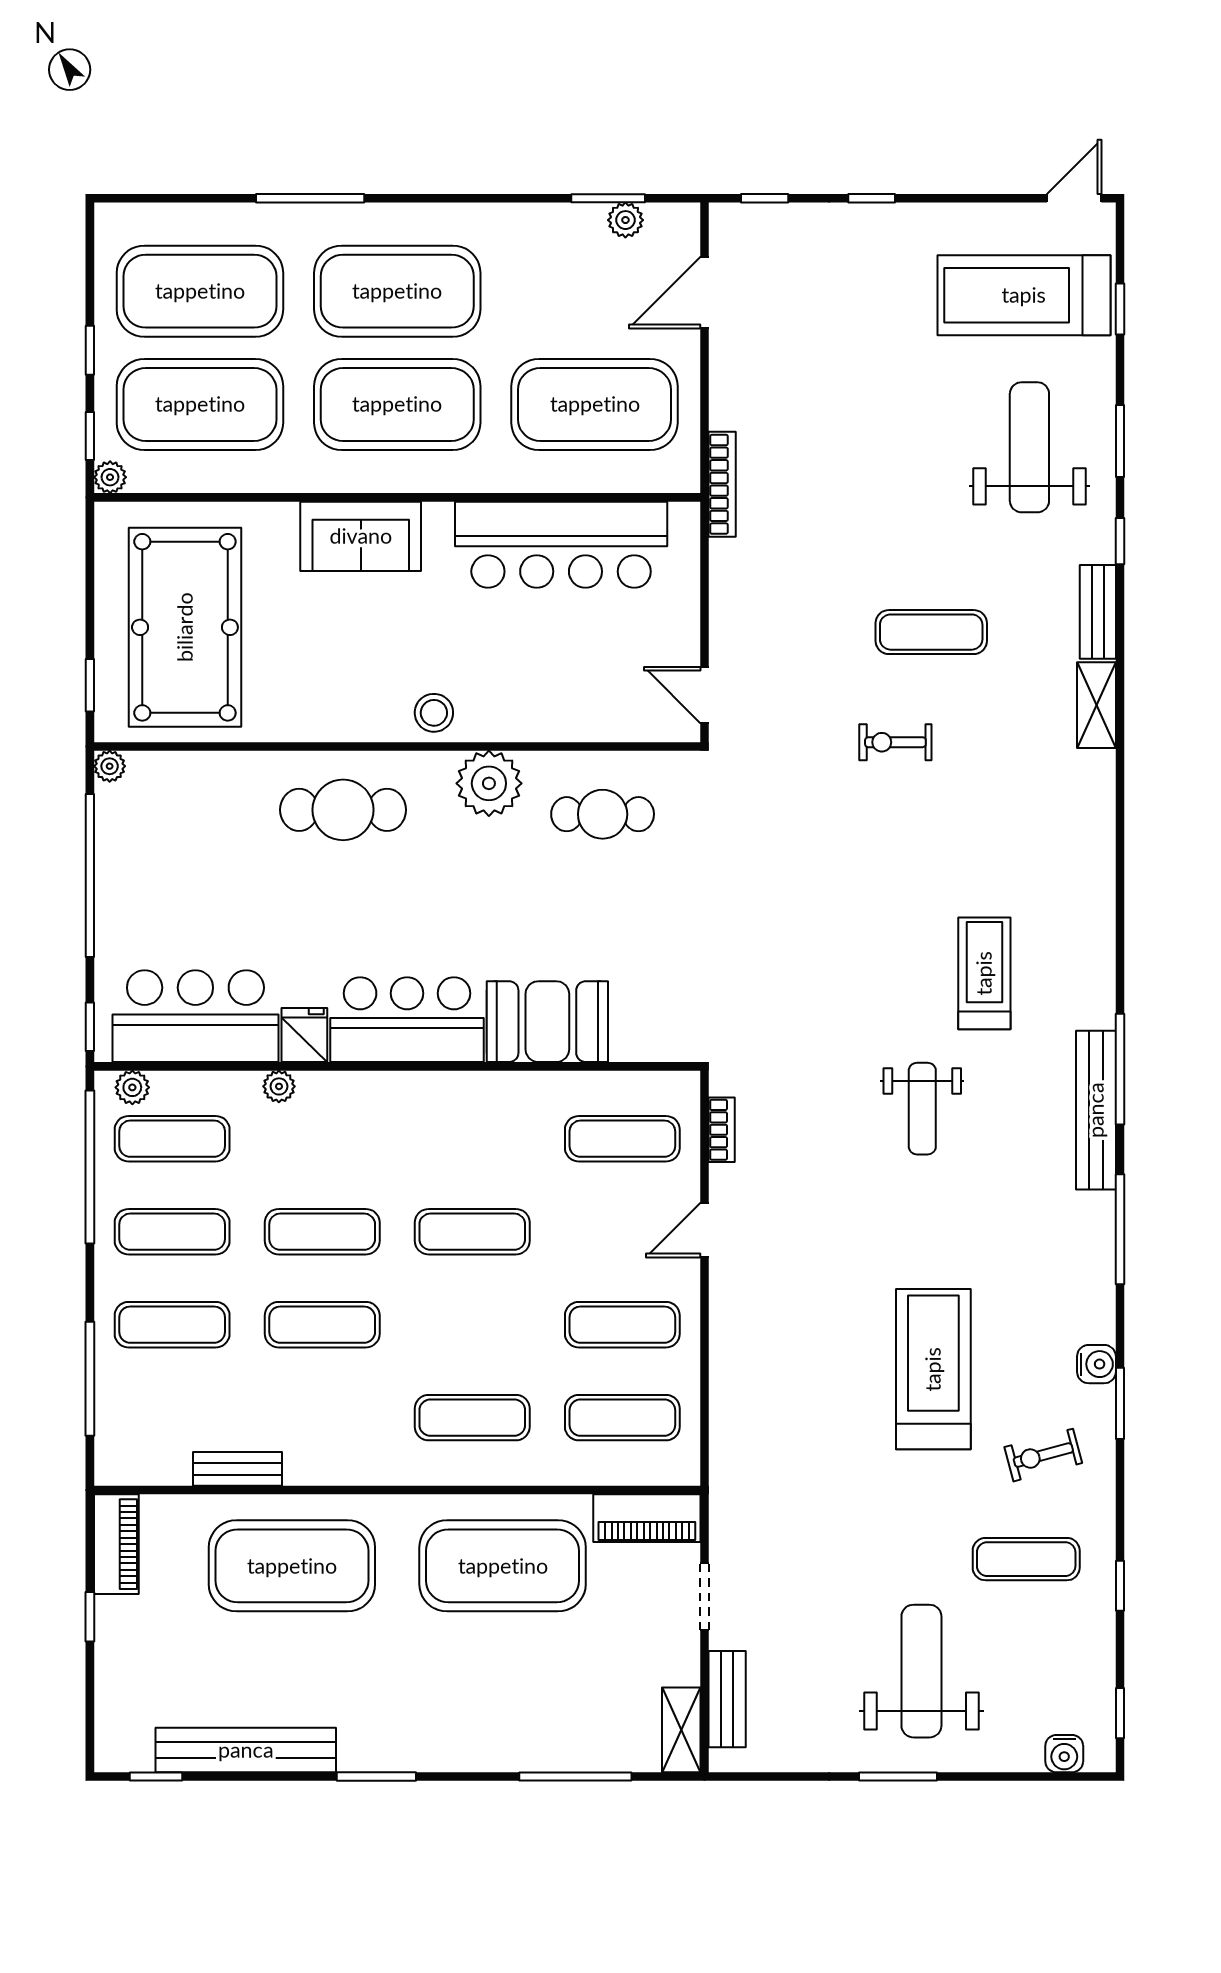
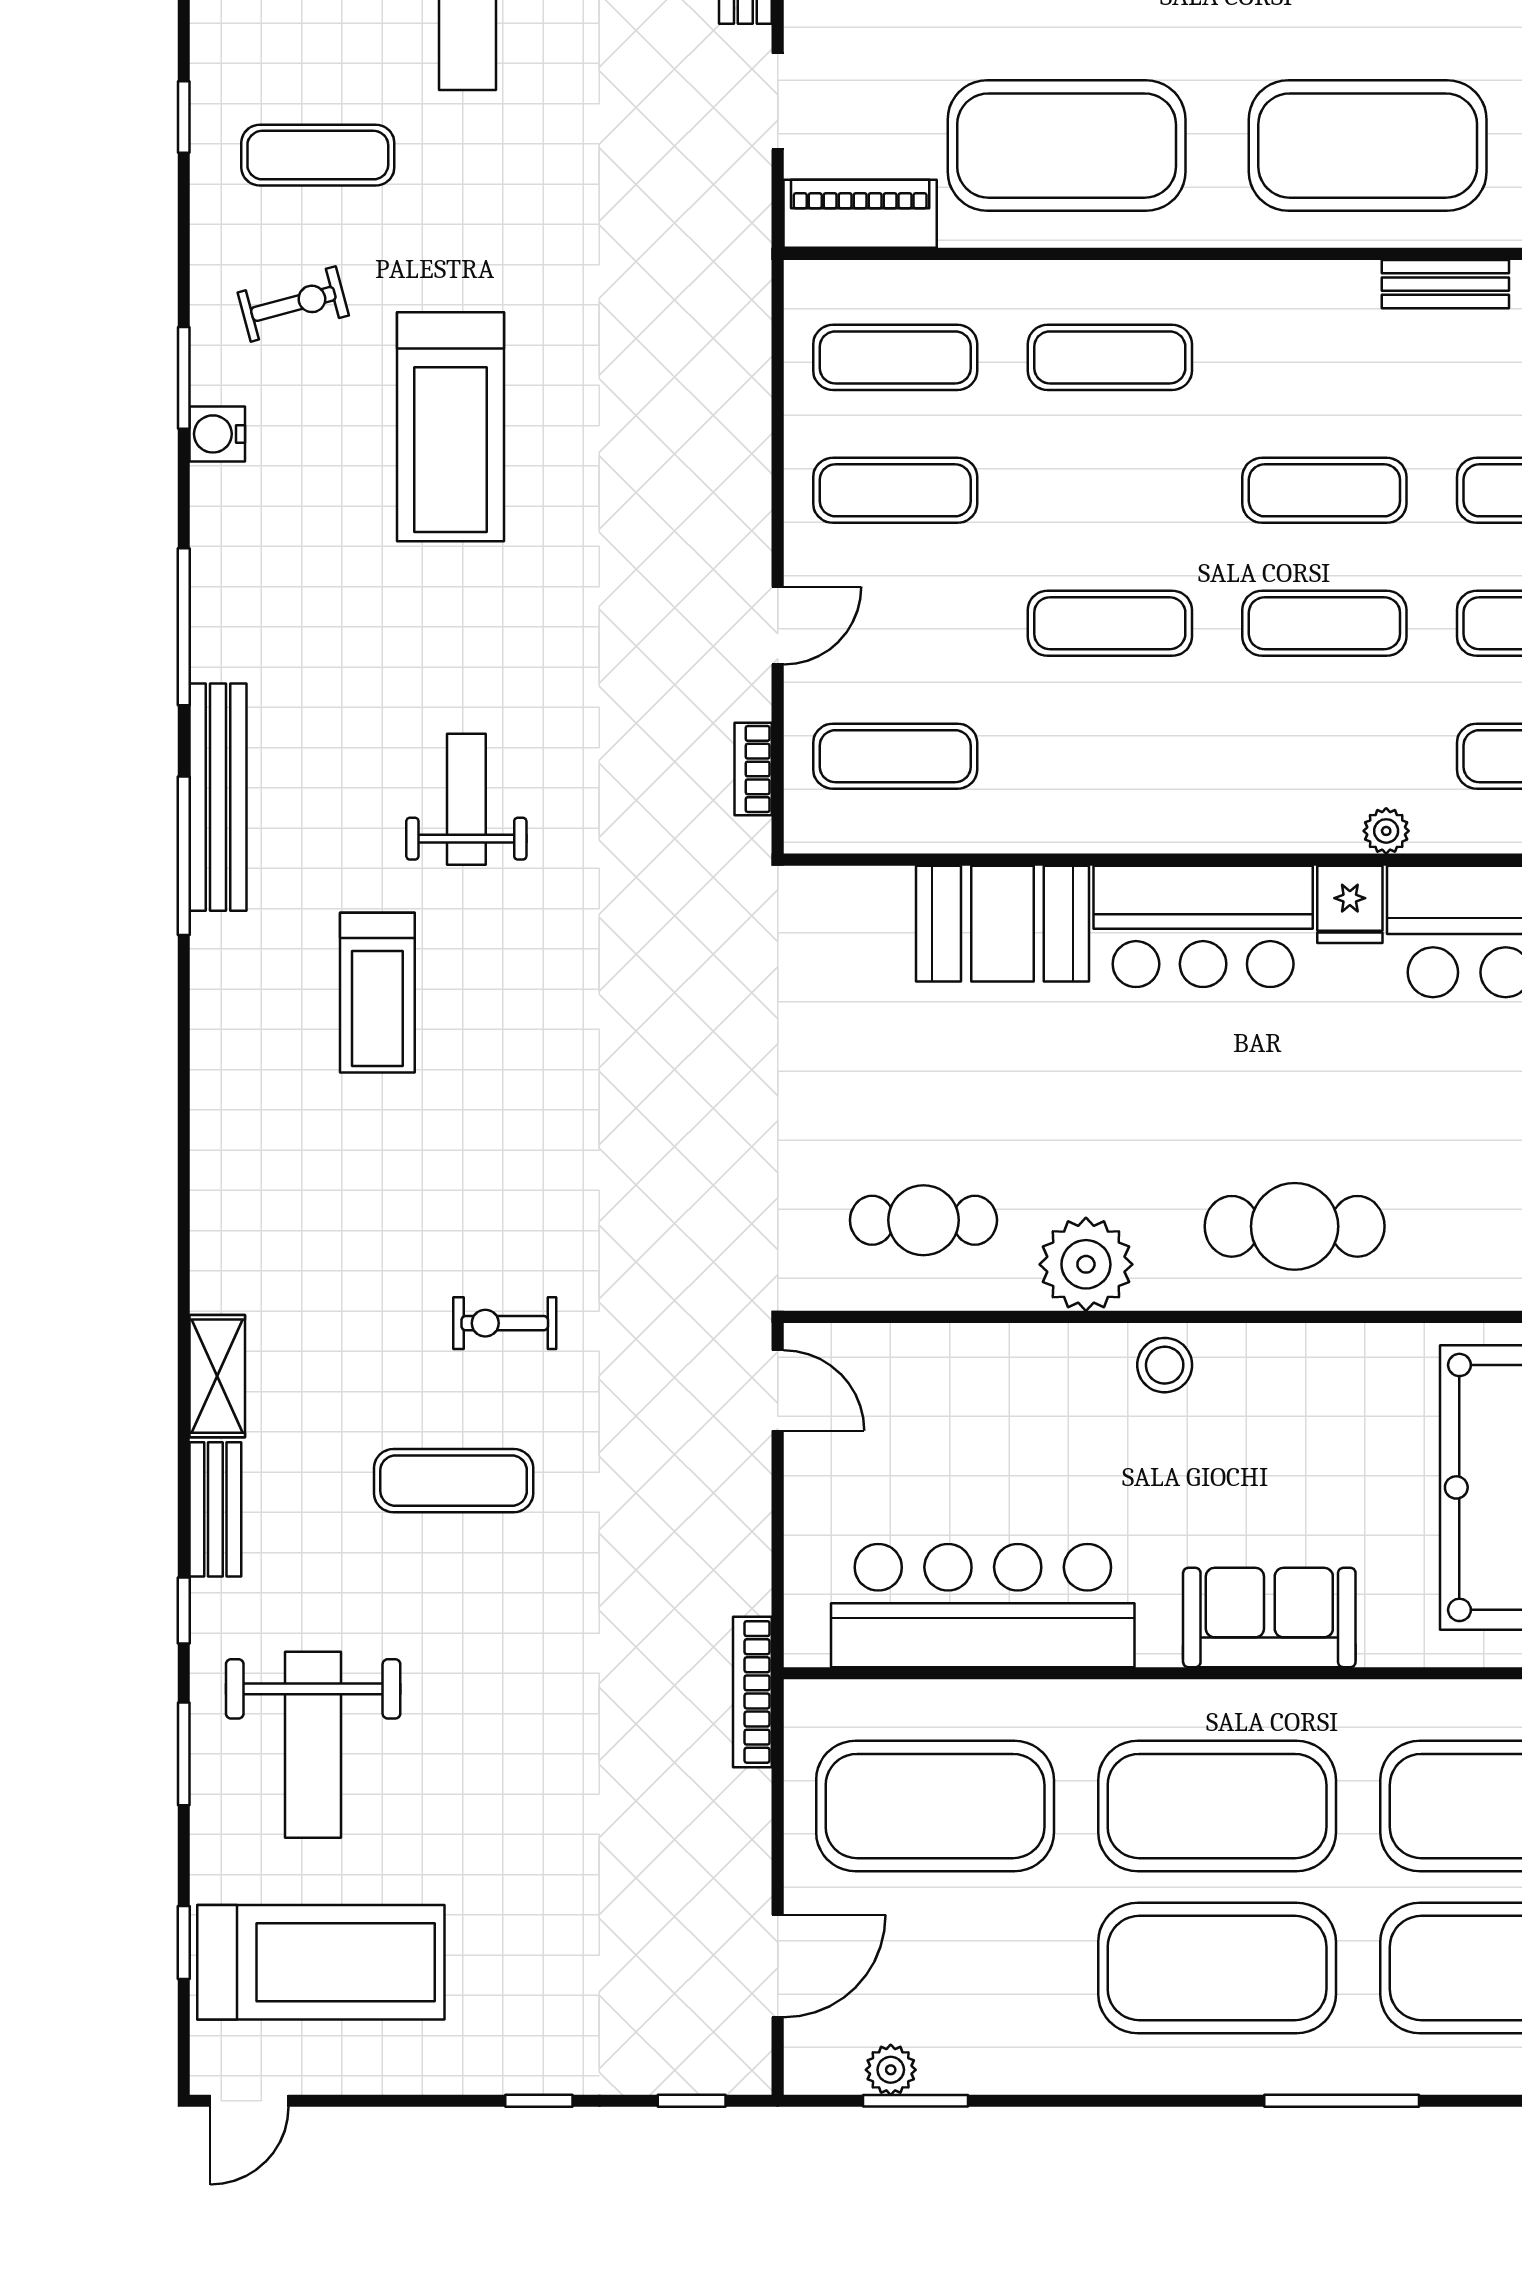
exercise bike: (895, 742) -> (505, 1323), turned 180

